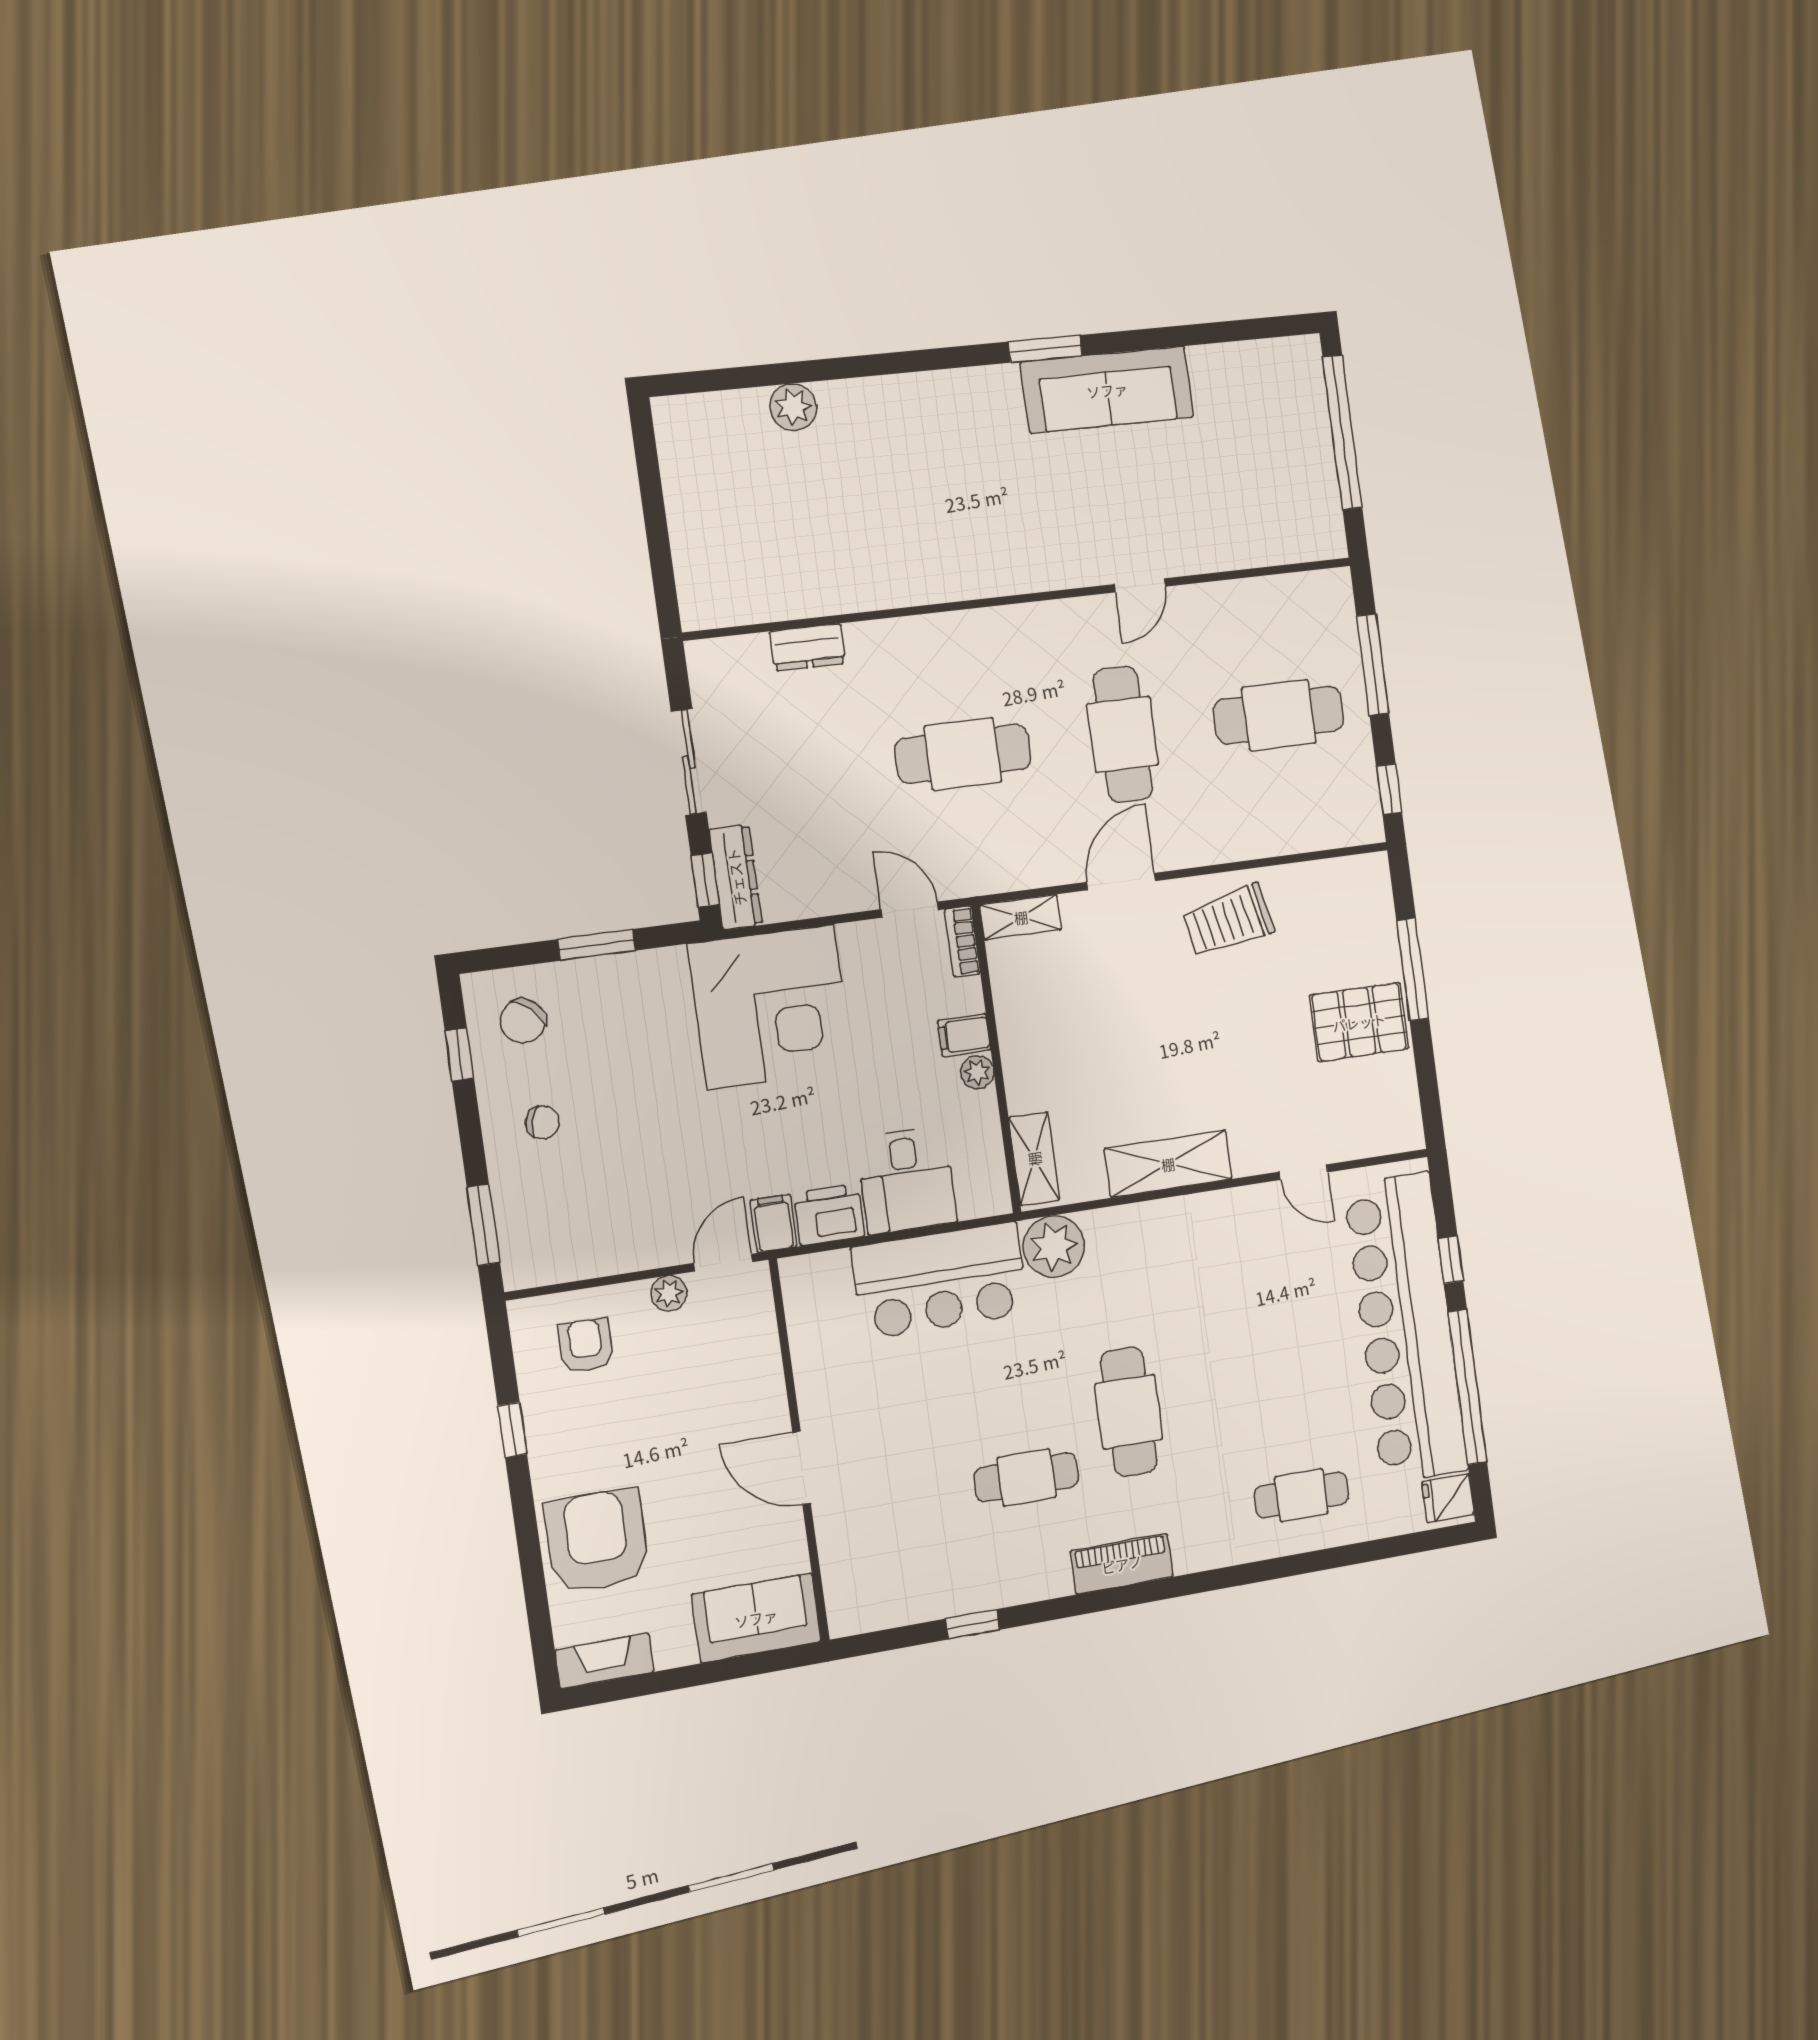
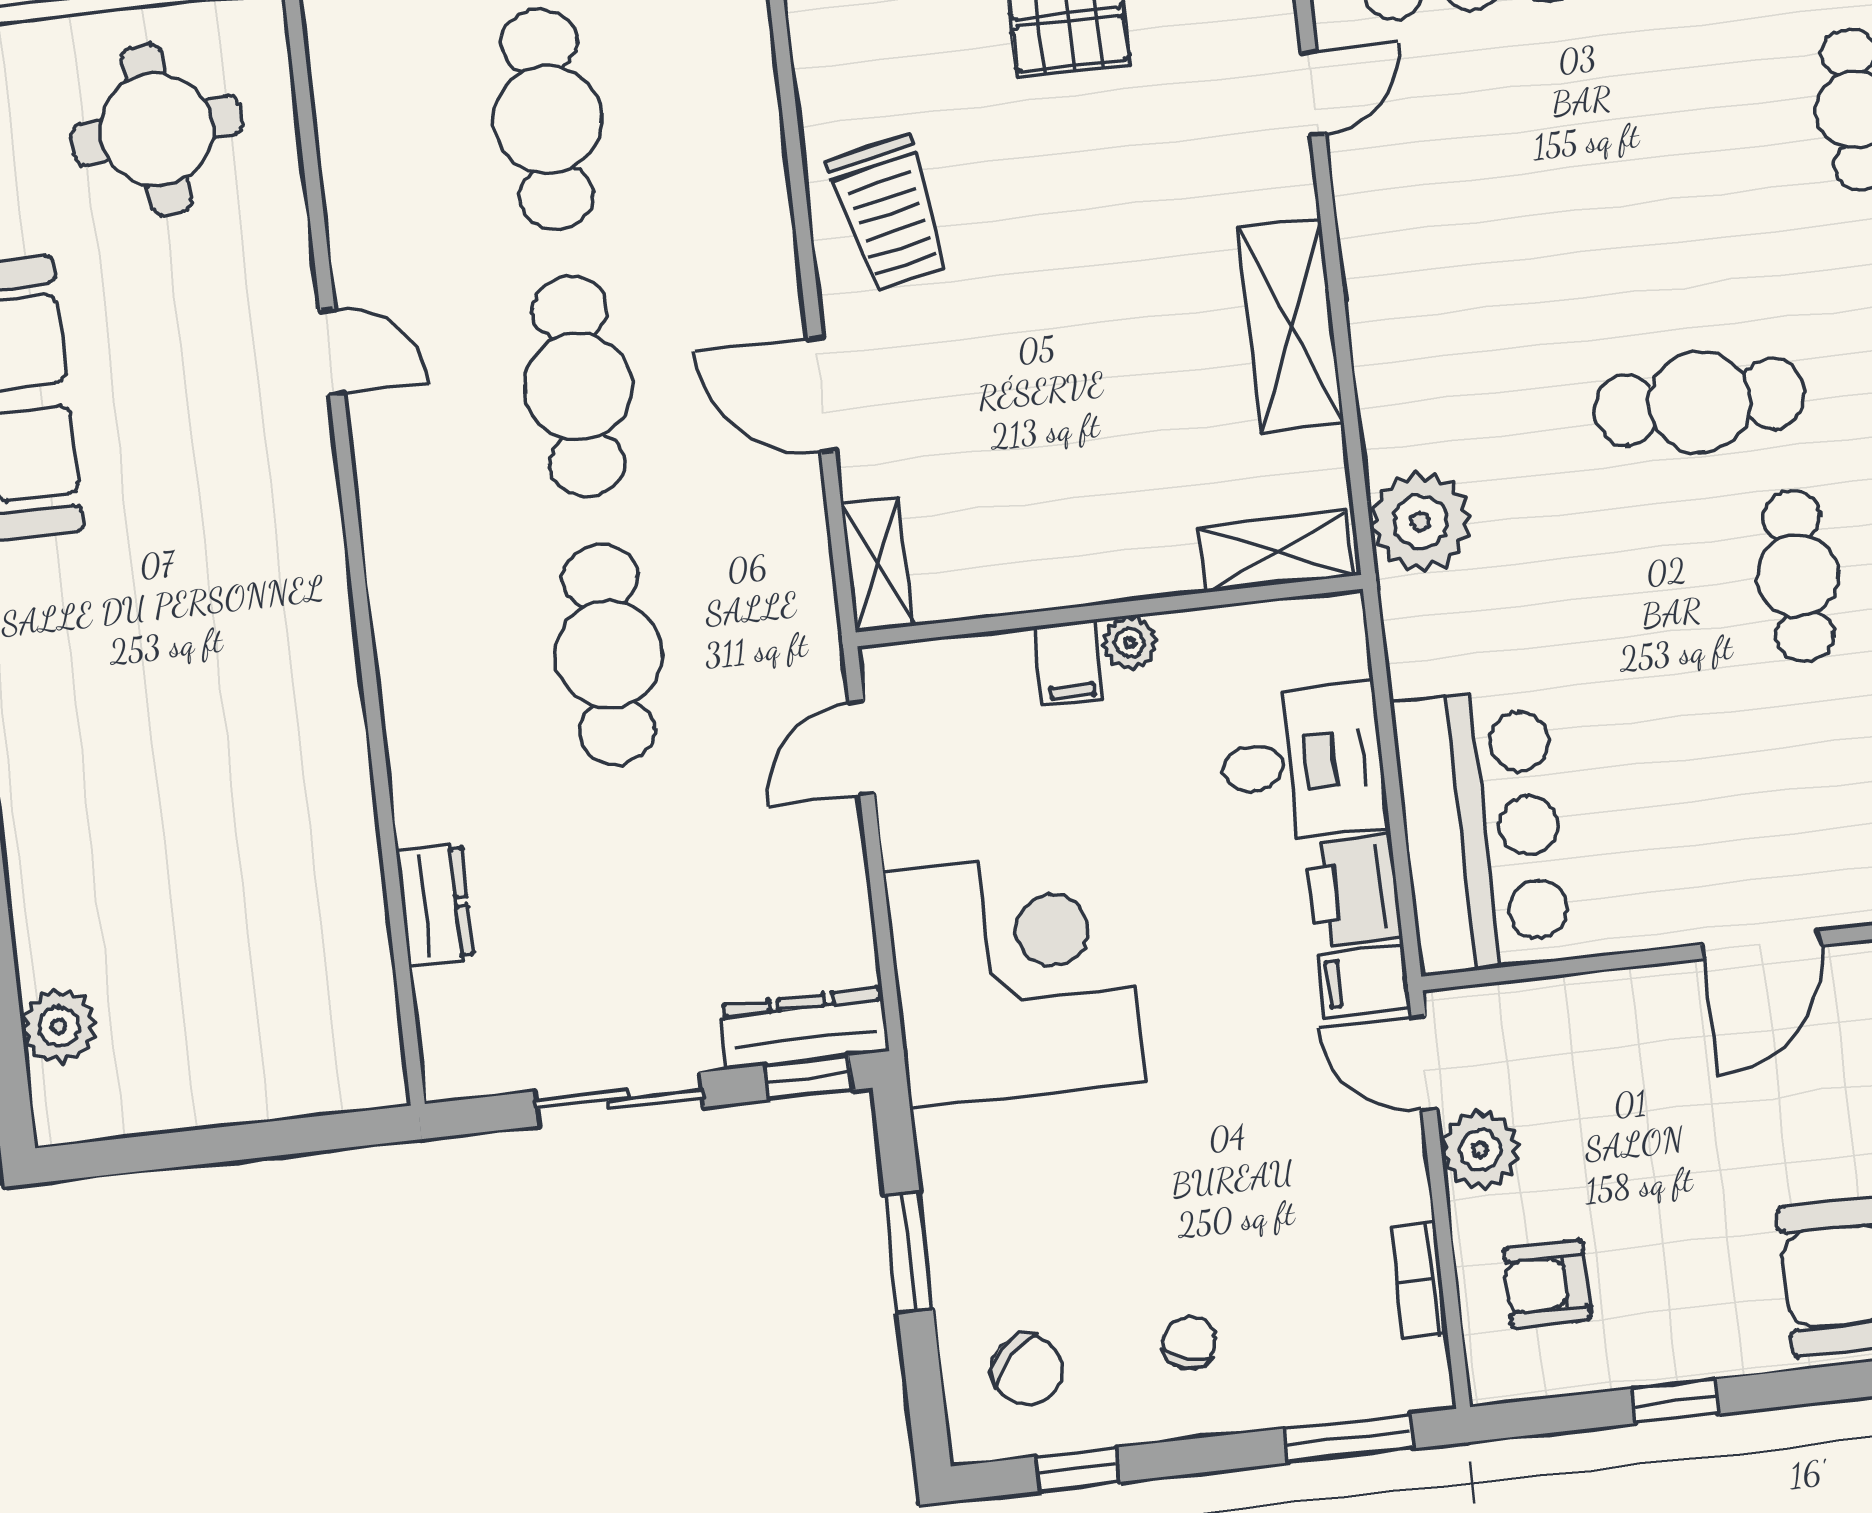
plant: (793, 407) -> (59, 1026), moved
round table: (1267, 481) -> (157, 130), added
cafe table: (1123, 734) -> (578, 387), turned 90
bookcase: (962, 941) -> (1419, 1280), moved, turned 90
bar counter: (940, 1280) -> (1482, 831), moved
plant: (669, 1293) -> (1480, 1149), width x1.38, depth x1.38

